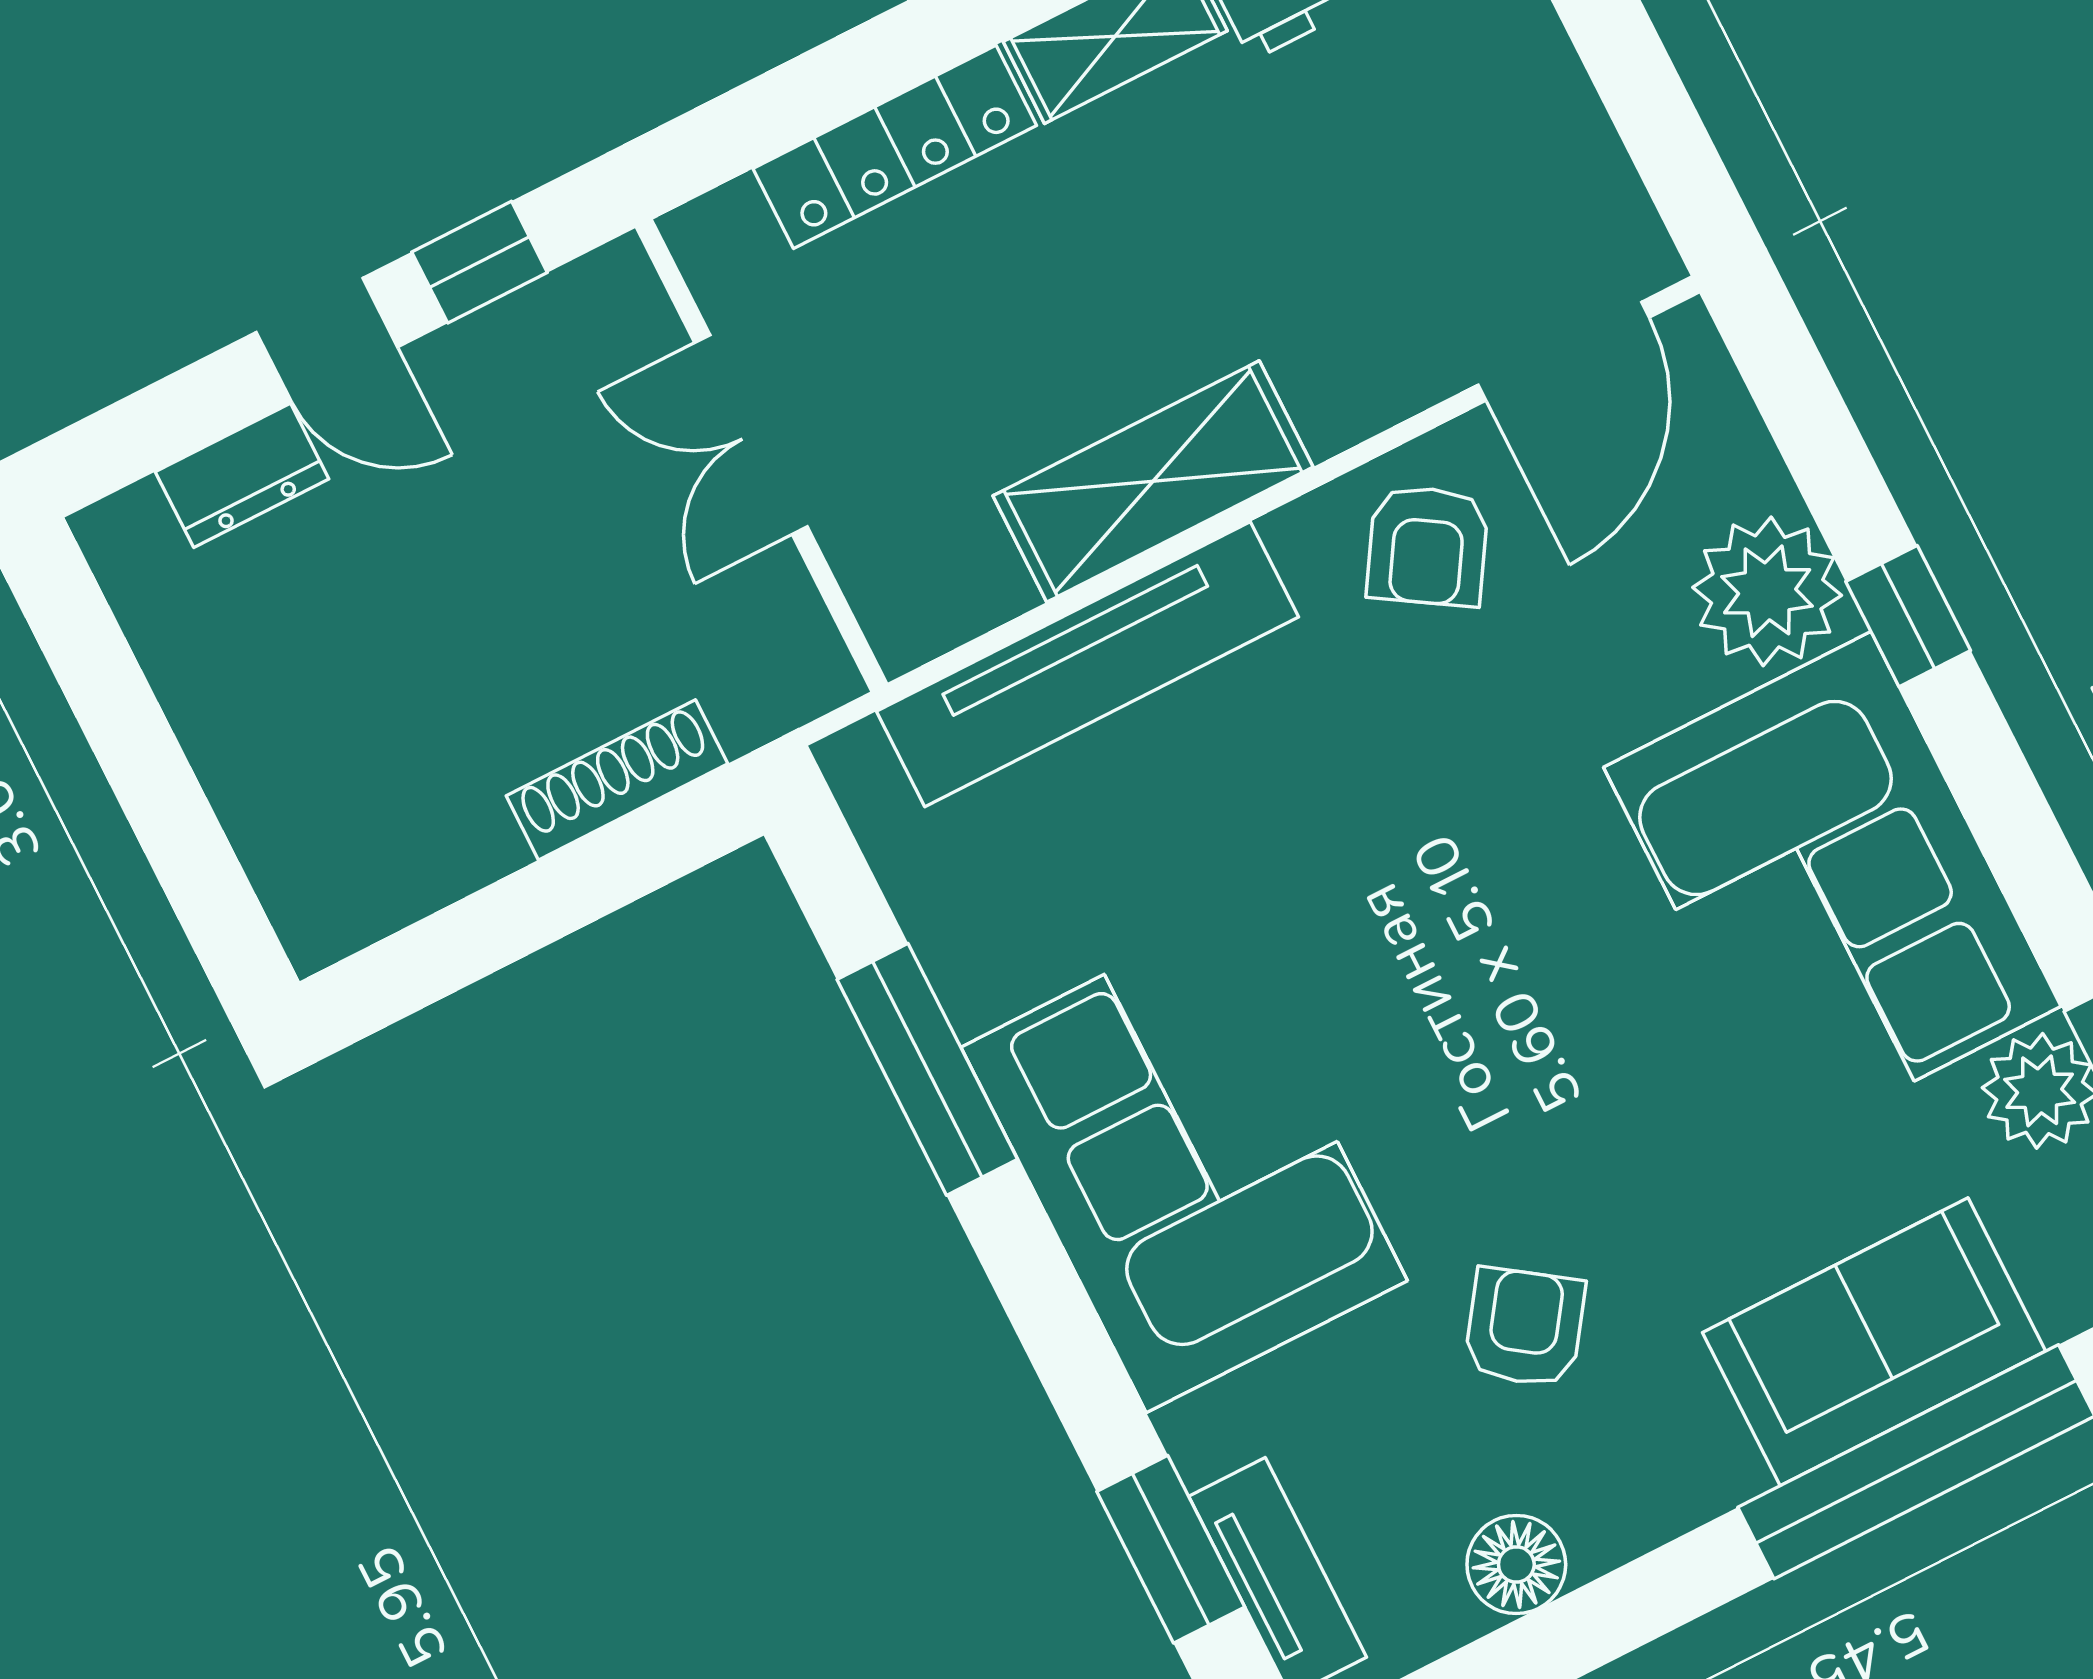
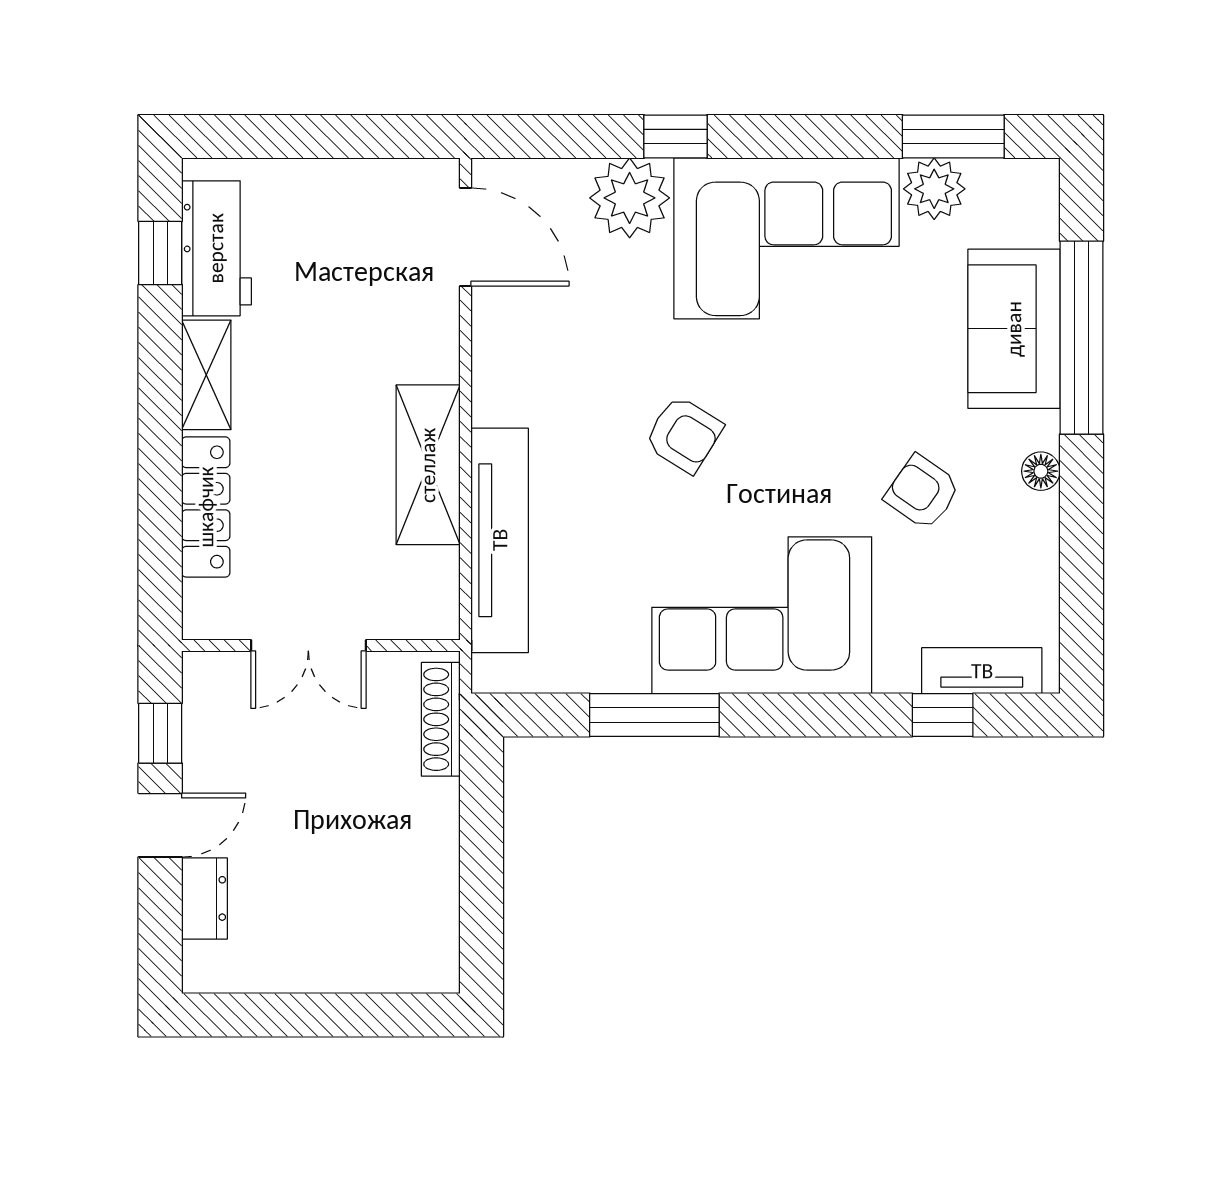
armchair: (1428, 546) -> (684, 434), moved
shoe rack: (617, 780) -> (441, 719), moved
window: (1171, 1549) -> (943, 715), width x0.67
floor lamp: (1516, 1565) -> (1041, 471), moved, width x0.73, depth x0.73

